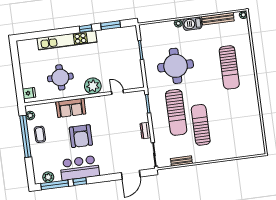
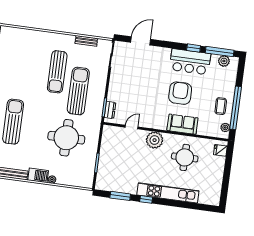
door: (118, 92) -> (132, 127), swing flipped
dresser: (146, 131) -> (110, 110), moved

